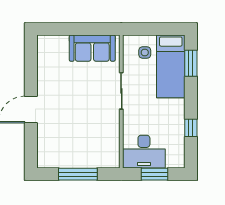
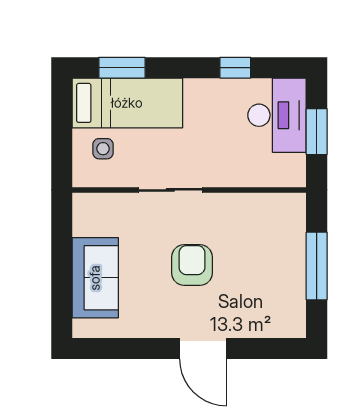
sofa: (92, 48) -> (95, 278), moved
armchair: (79, 103) -> (192, 265), added
desk: (144, 152) -> (277, 115), moved

